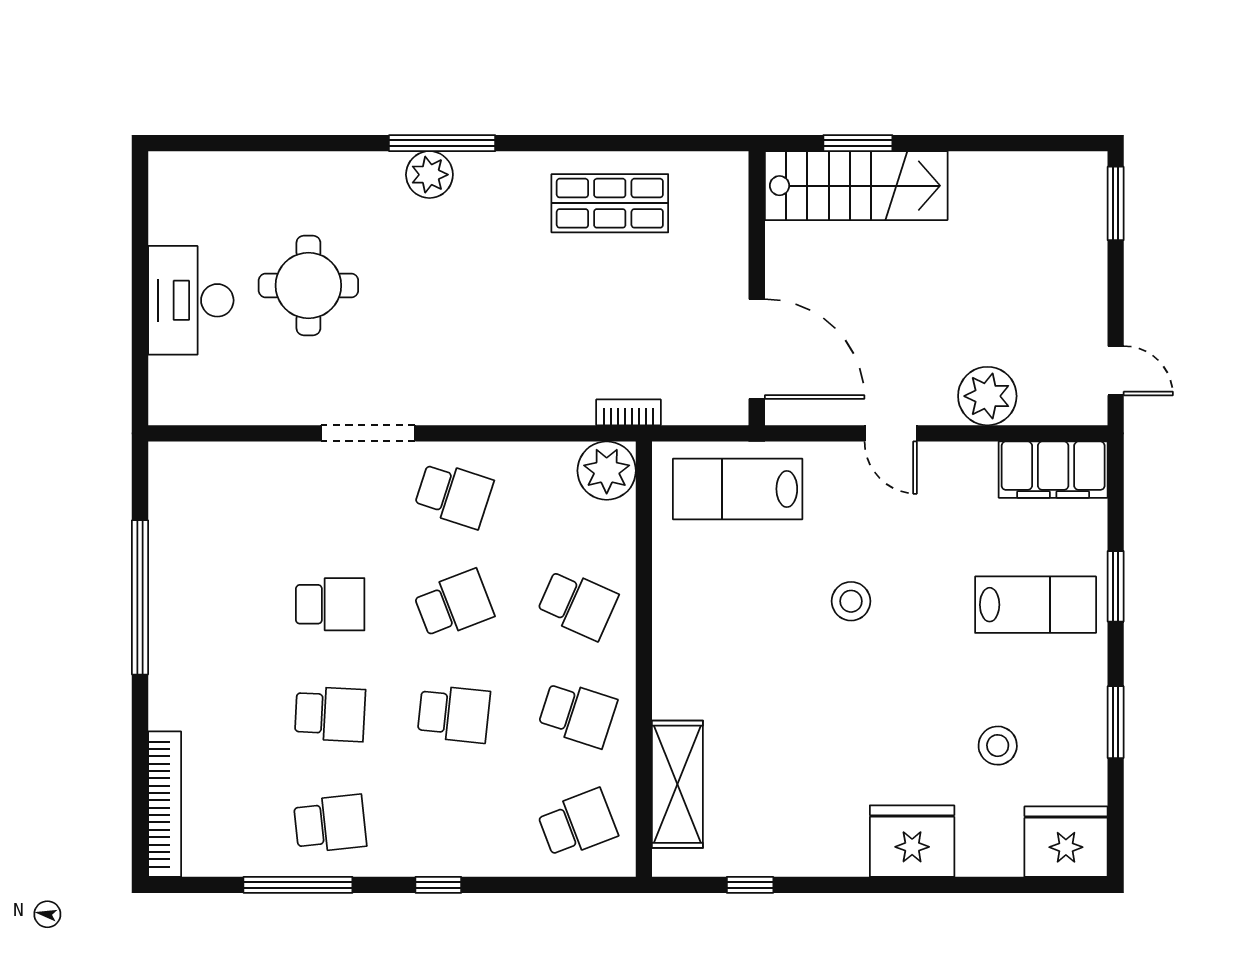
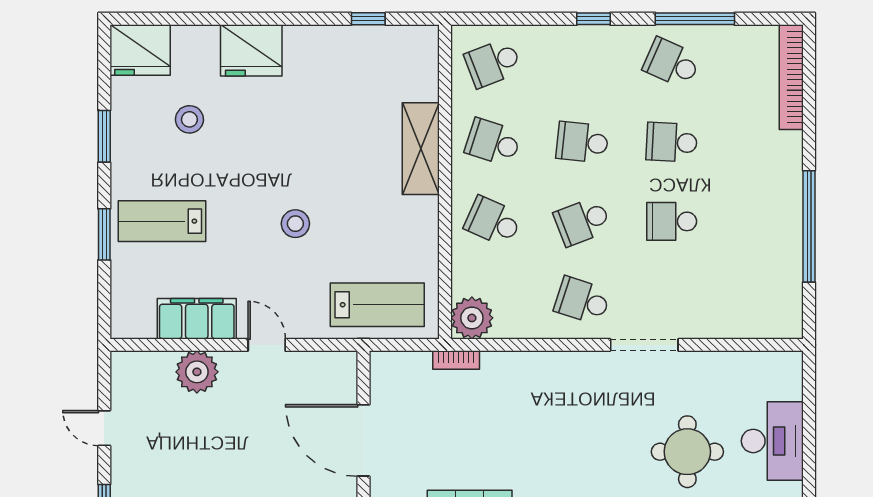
door: (757, 349) -> (363, 440), moved
door: (1116, 371) -> (104, 428), moved
filing cabinet: (1053, 470) -> (197, 319), moved
shelving: (677, 784) -> (421, 149), moved
school desk: (330, 824) -> (672, 63), turned 30

